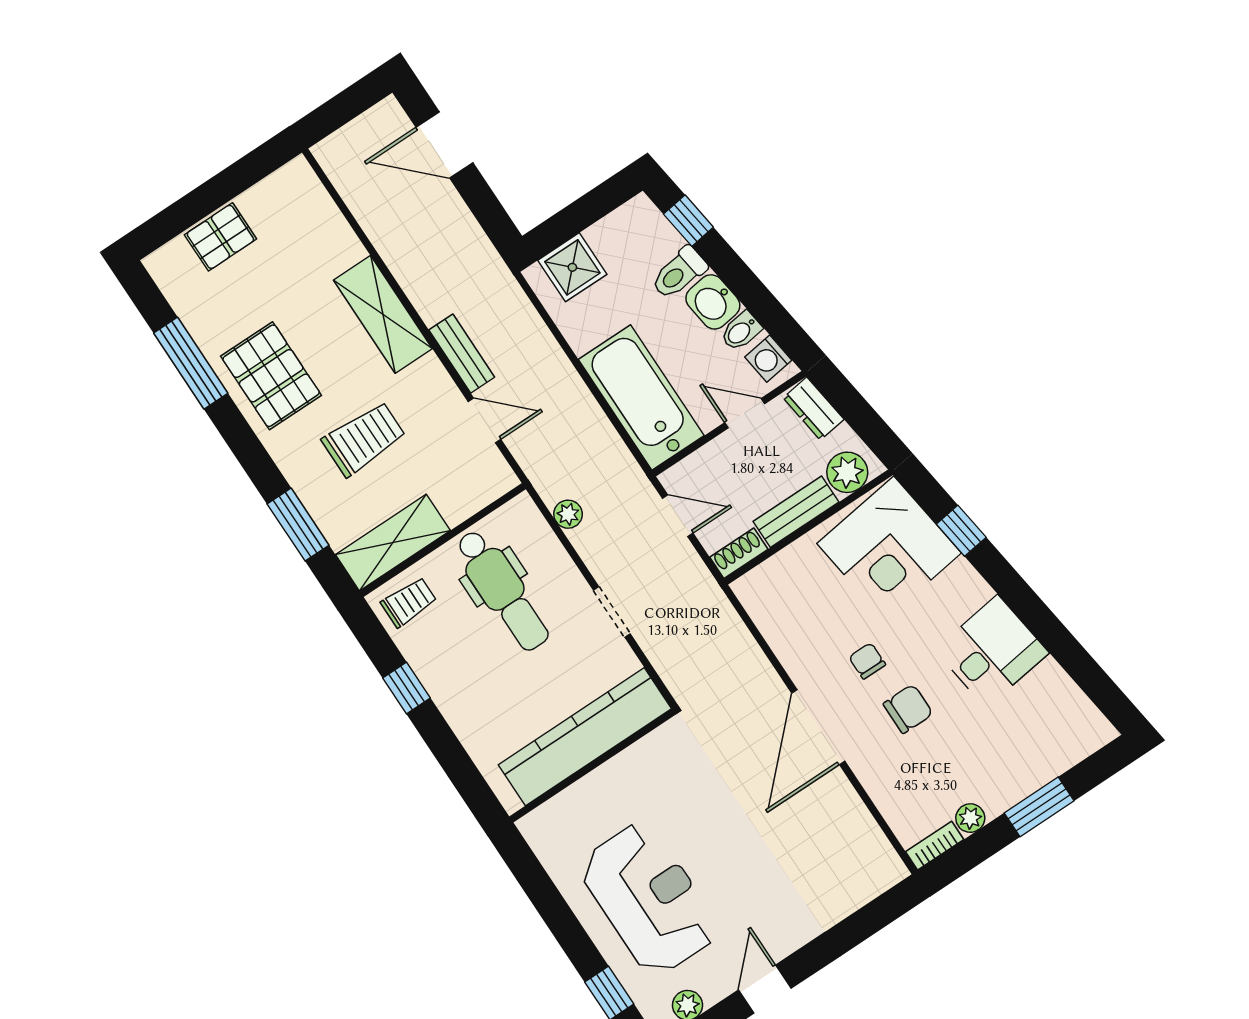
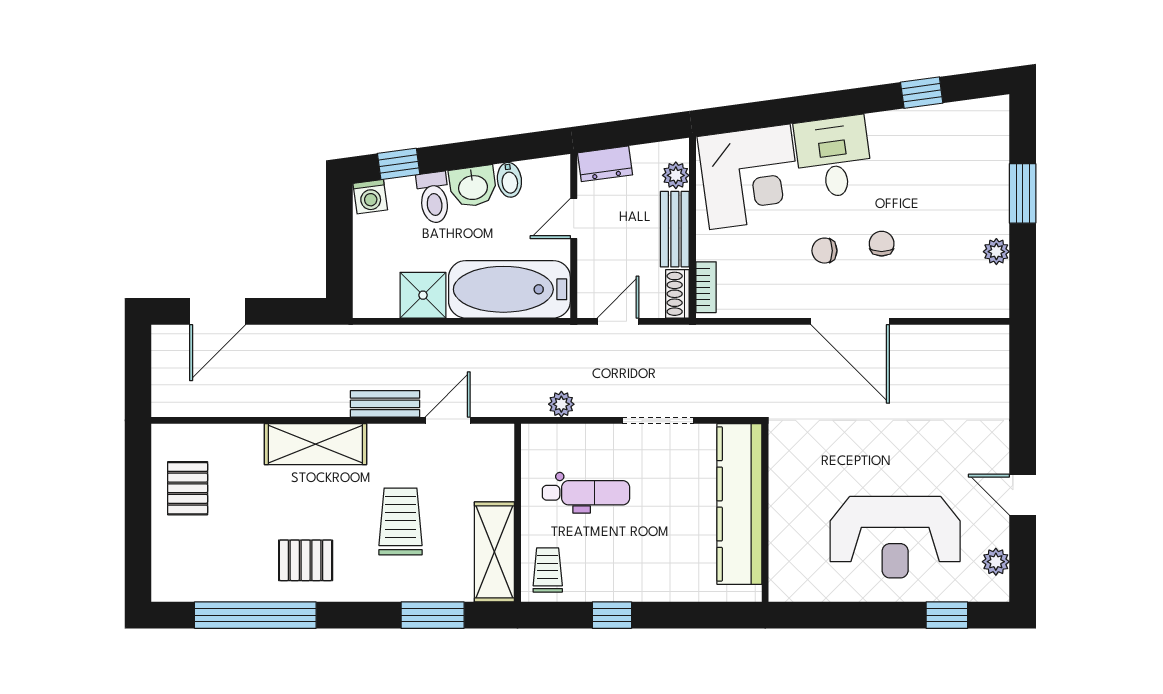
pallet: (220, 237) -> (188, 488), moved
shower: (572, 267) -> (423, 295), moved
washing machine: (768, 359) -> (370, 197), moved
window: (191, 363) -> (255, 615), width x1.46
pallet: (271, 376) -> (306, 560), width x0.67, depth x0.71
plant: (847, 472) -> (676, 175), width x0.73, depth x0.73
window: (961, 531) -> (922, 93), moved
dental chair: (502, 590) -> (586, 493), width x0.73, depth x0.72
doorway: (612, 612) -> (658, 420), width x1.38
desk: (992, 651) -> (833, 157), moved
chair: (908, 709) -> (882, 244), width x0.73, depth x0.73
bookcase: (935, 846) -> (706, 287), moved, turned 180
reception desk: (649, 899) -> (895, 537), turned 180

